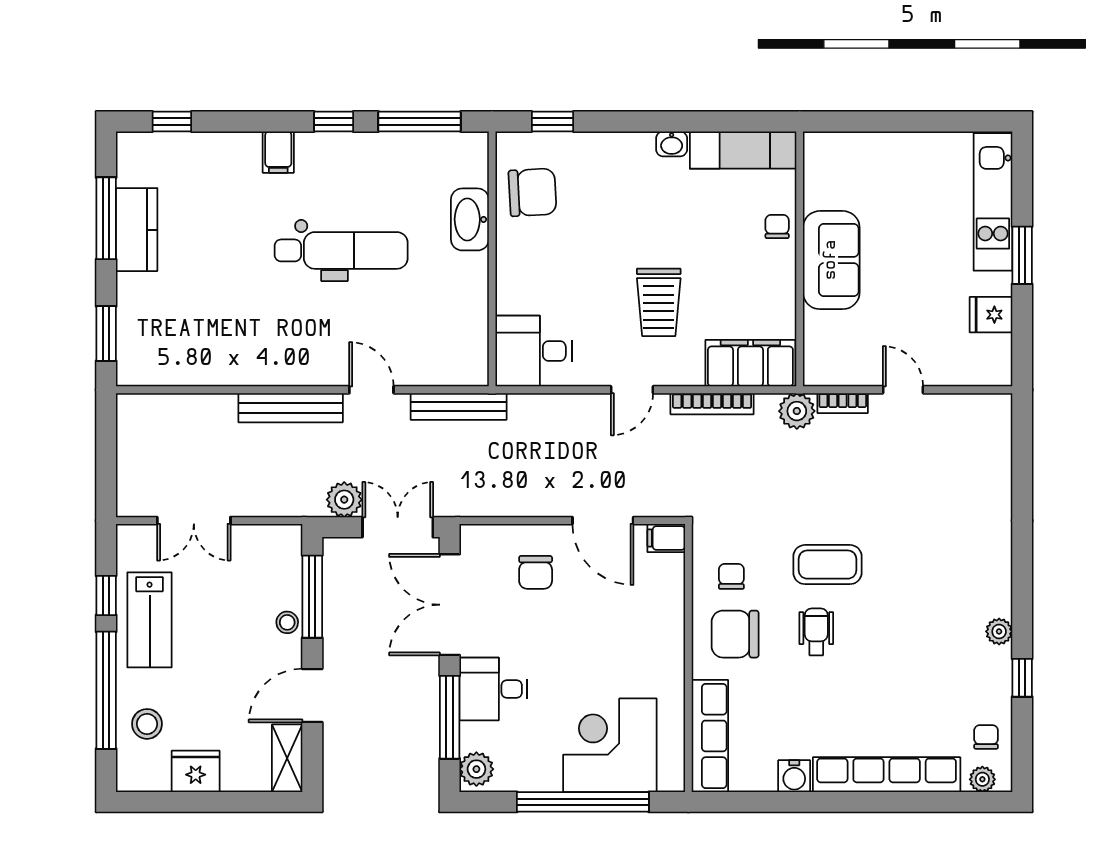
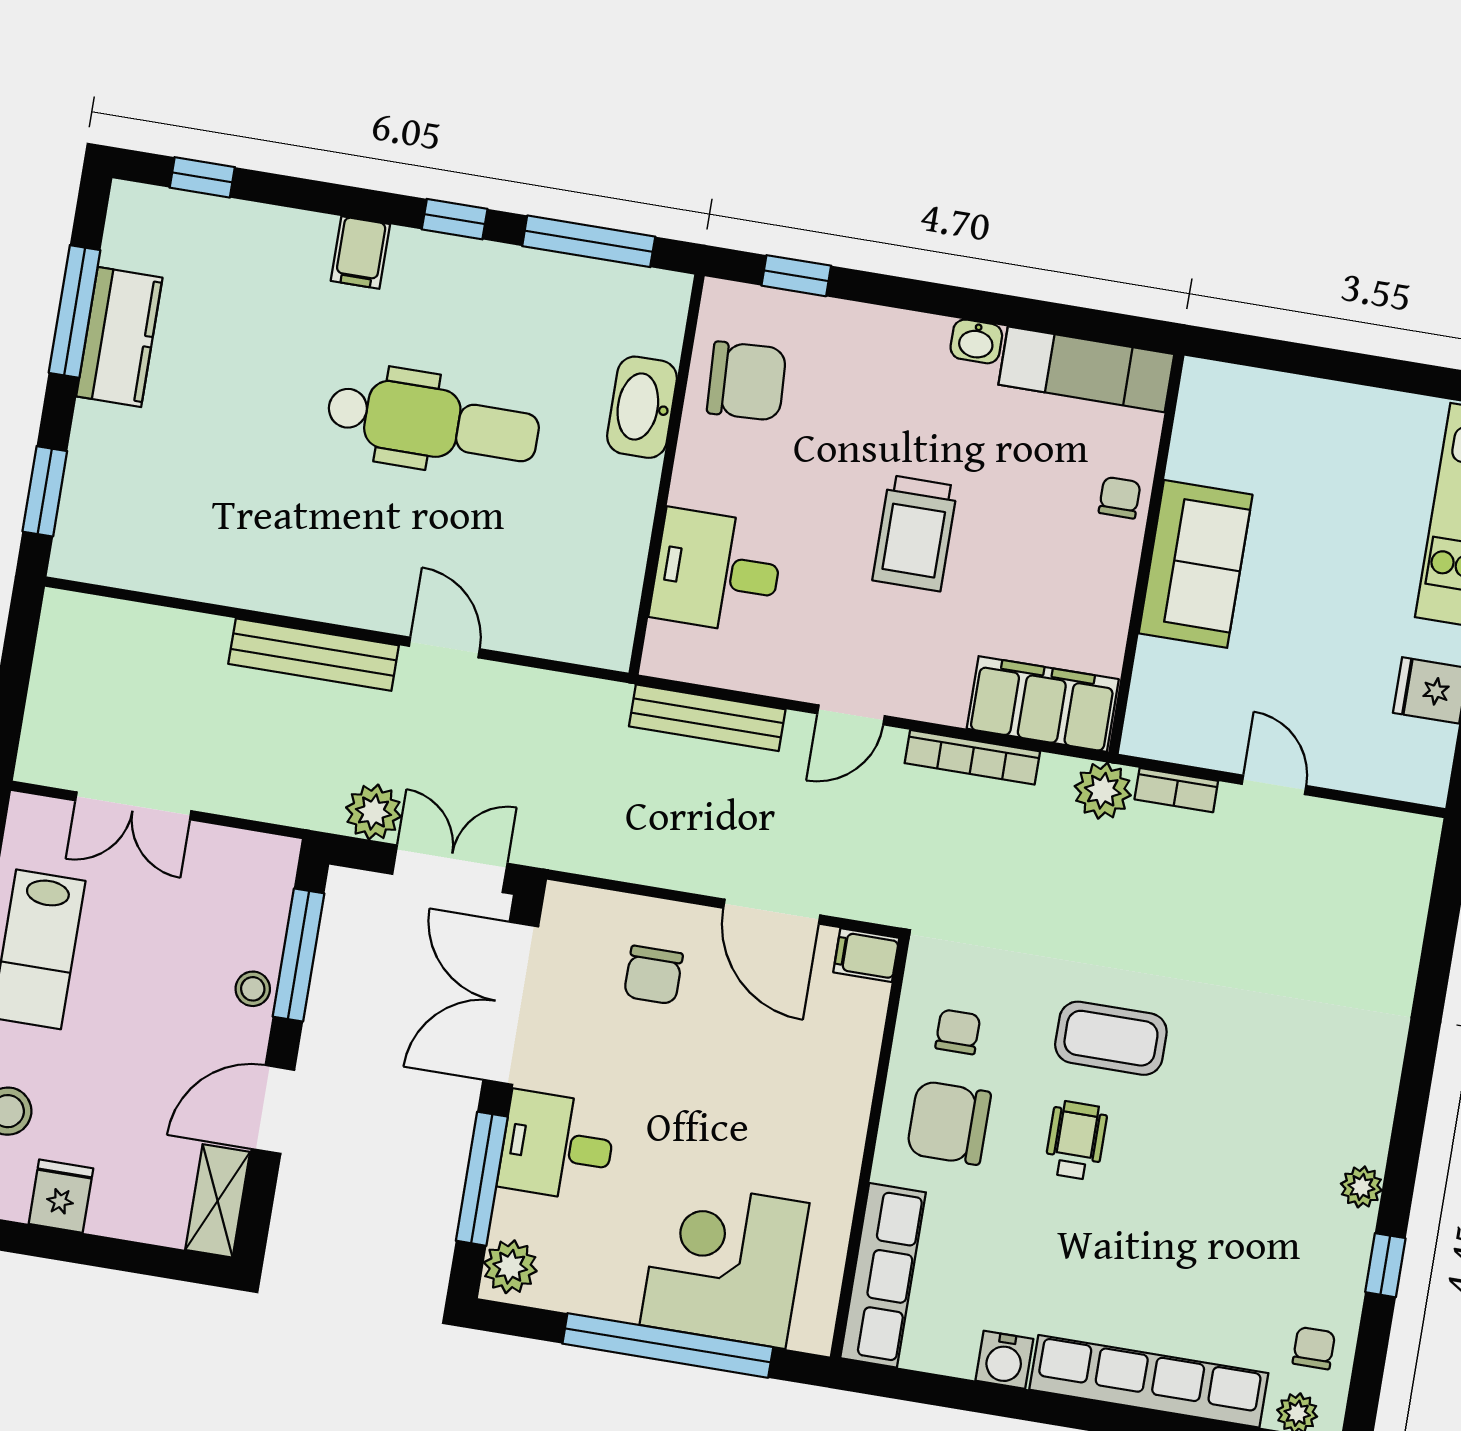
trolley: (659, 302) -> (915, 533), moved
desk: (534, 351) -> (717, 571), moved
bench: (459, 406) -> (707, 718), moved
fridge: (196, 771) -> (61, 1196), width x0.72

